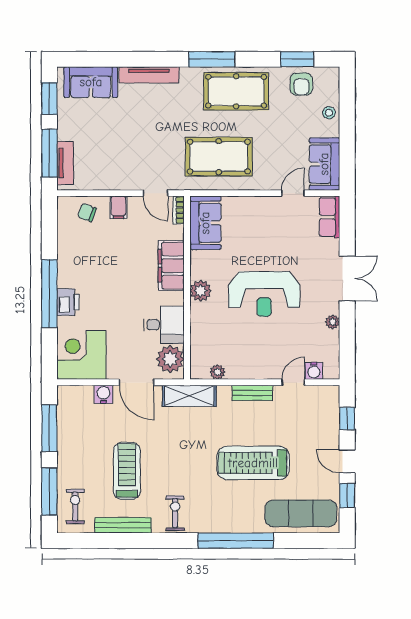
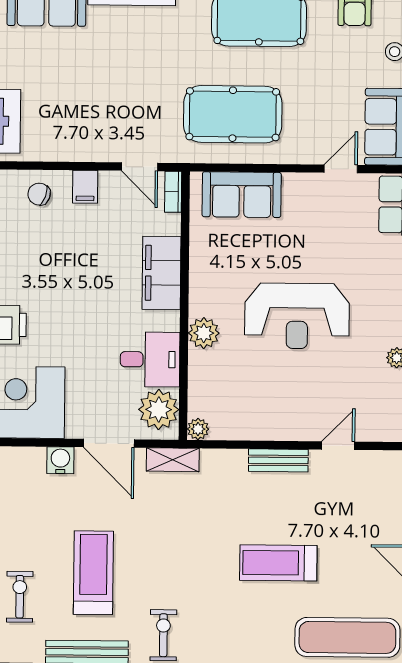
sofa: (205, 223) -> (242, 195), moved, turned 90
plant: (201, 291) -> (204, 333), moved
water cooler: (314, 371) -> (368, 429), removed
plant: (218, 372) -> (198, 429), moved
shelving: (189, 396) -> (173, 460), width x0.67, depth x0.75
treadmill: (253, 463) -> (278, 563), width x0.73, depth x0.73
exercise bike: (75, 507) -> (20, 597), moved

